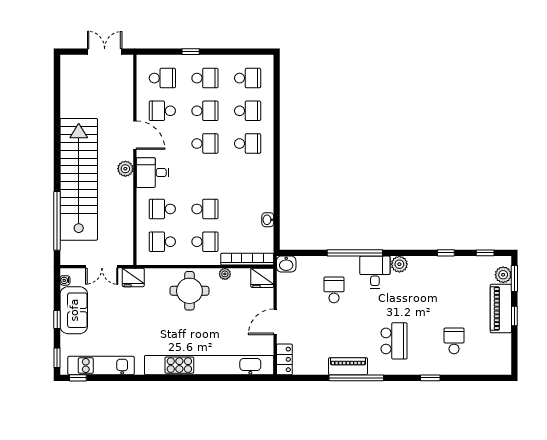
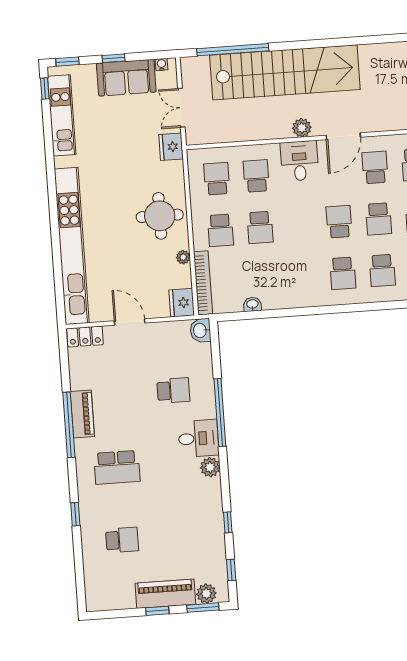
school desk: (205, 144) -> (339, 222), turned 180

